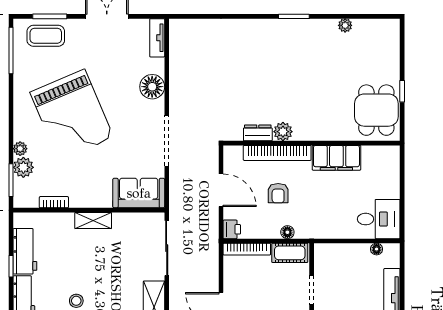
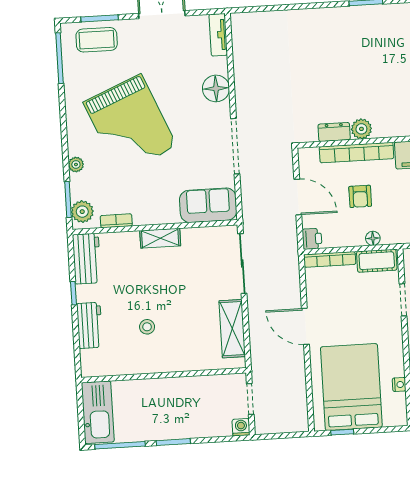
plant: (23, 167) -> (82, 212), moved
workbench: (25, 251) -> (87, 259), moved

